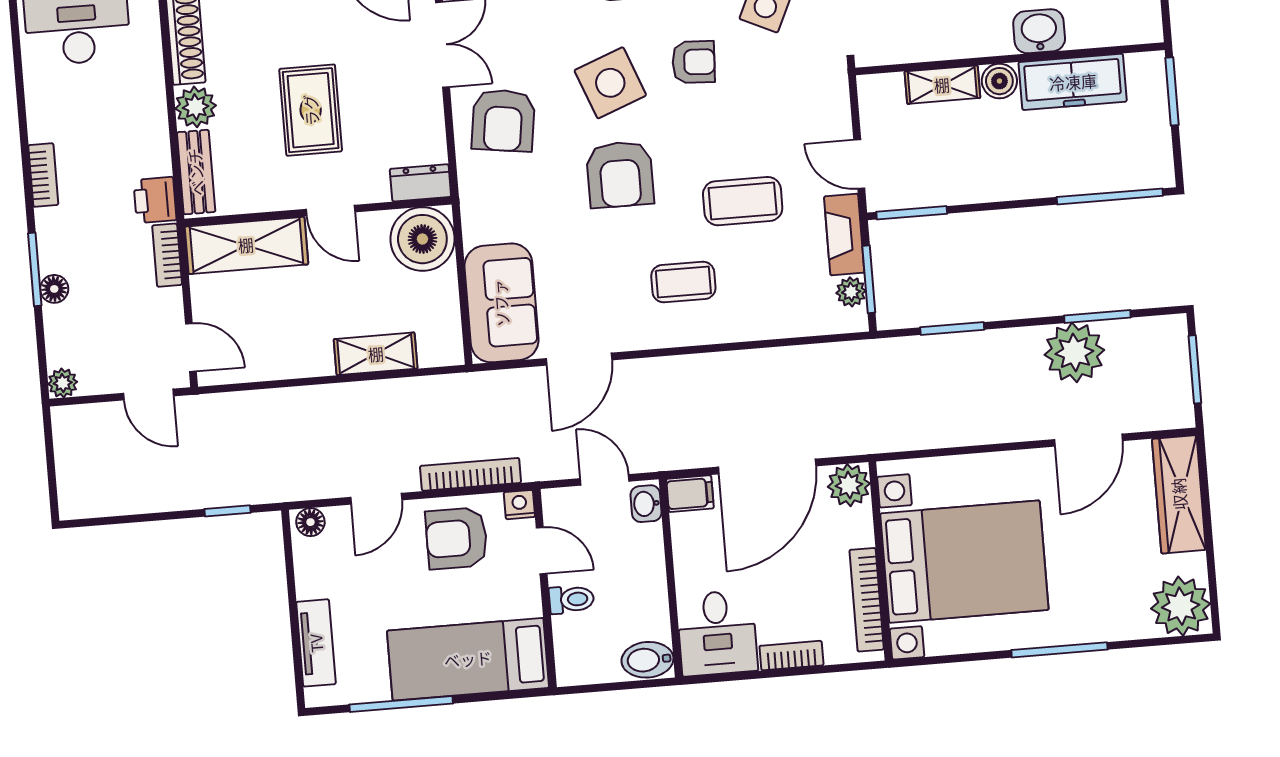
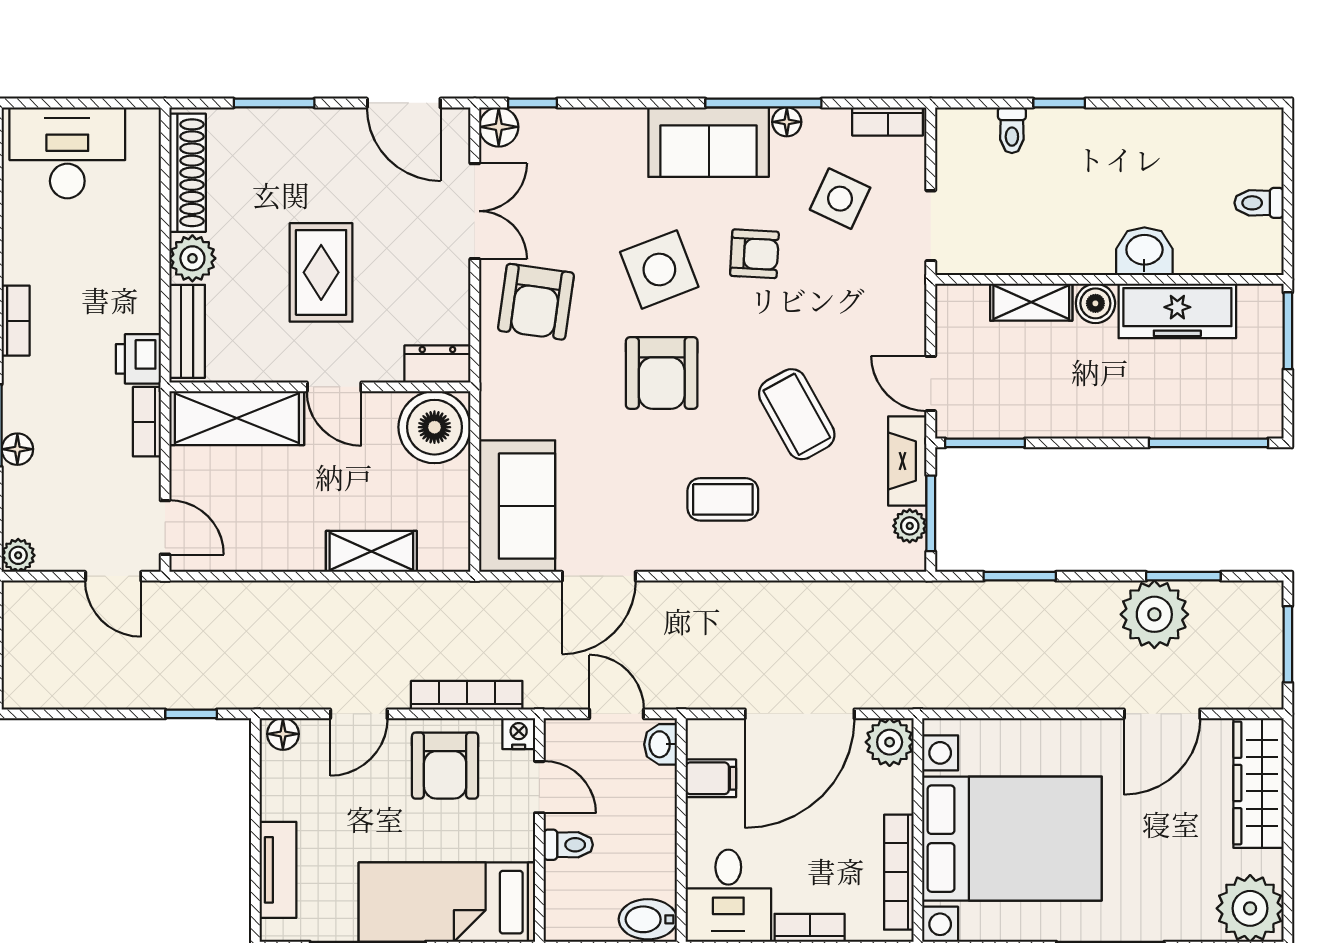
coffee table: (743, 201) -> (797, 414), turned 61
filing cabinet: (690, 494) -> (711, 778), moved
armchair: (456, 538) -> (445, 766), turned -90

